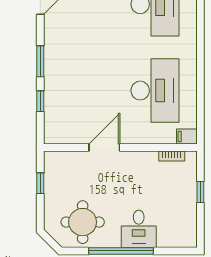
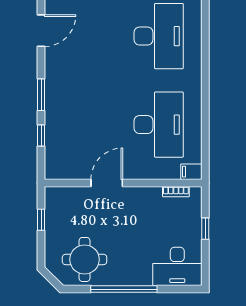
desk: (139, 229) -> (177, 266), moved, width x1.37

